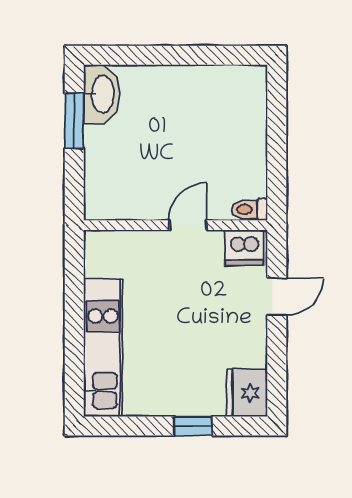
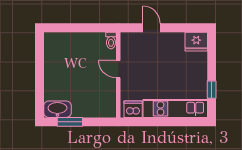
dishwasher: (244, 248) -> (133, 109), moved, turned -90
window: (193, 426) -> (212, 90), moved

